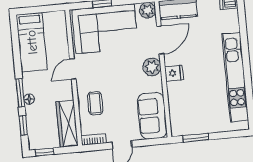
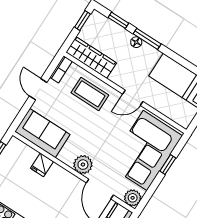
door: (73, 69) -> (133, 98), swing flipped
fridge: (174, 73) -> (42, 165), moved
coffee table: (95, 103) -> (90, 94), width x1.36, depth x1.30

